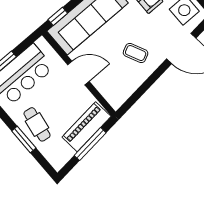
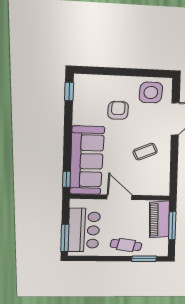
door: (78, 73) -> (119, 197), hinge flipped
window: (24, 139) -> (144, 259), moved

